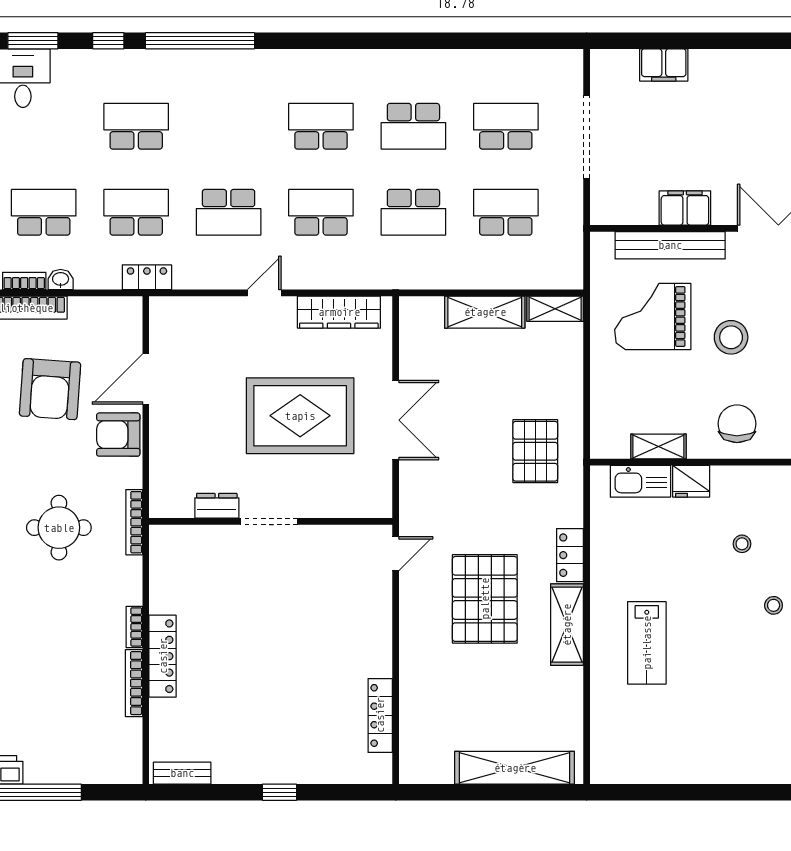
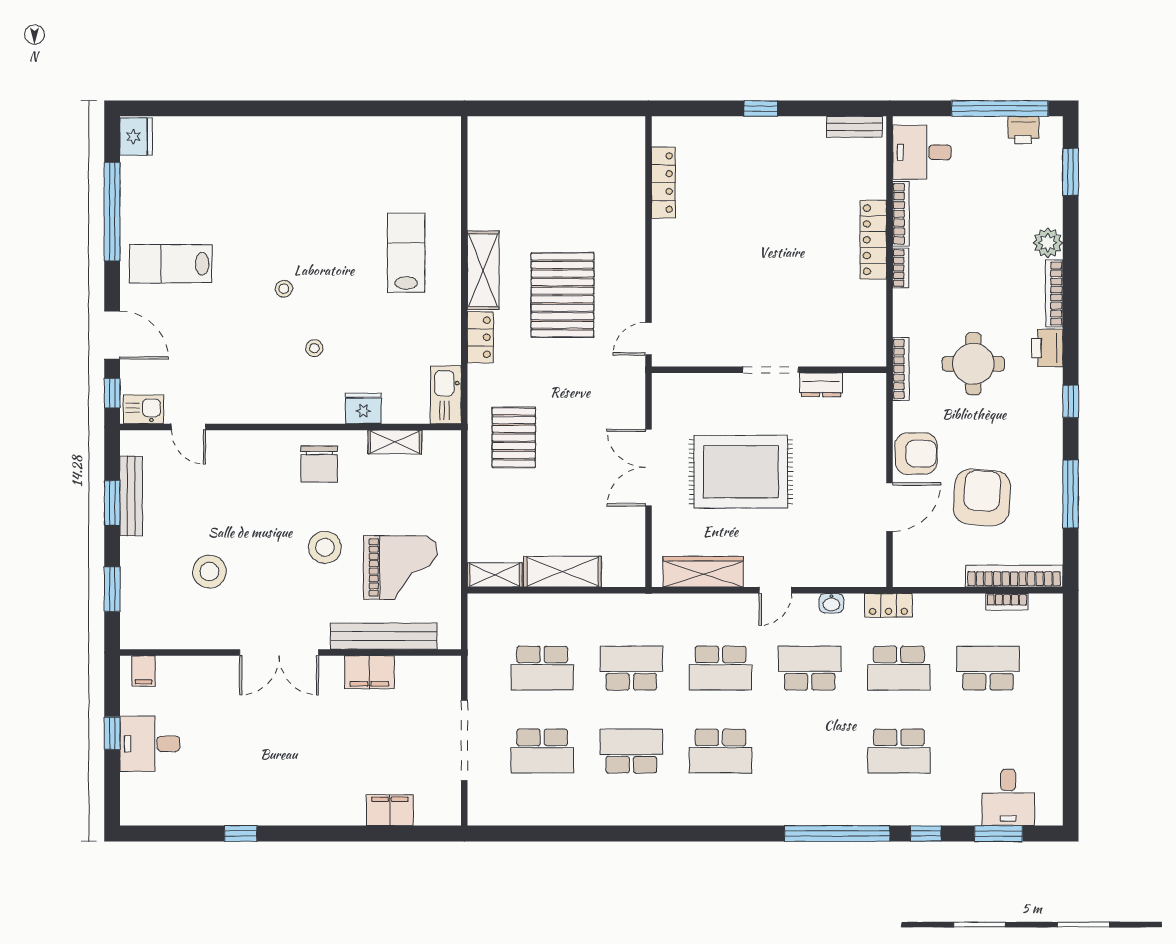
school desk: (44, 212) -> (988, 668), turned 180
washbasin: (61, 280) -> (831, 603), moved
kitchen sink: (640, 481) -> (446, 395), moved, turned -90
desk: (112, 747) -> (922, 152), added
shelving: (515, 768) -> (534, 132), removed

